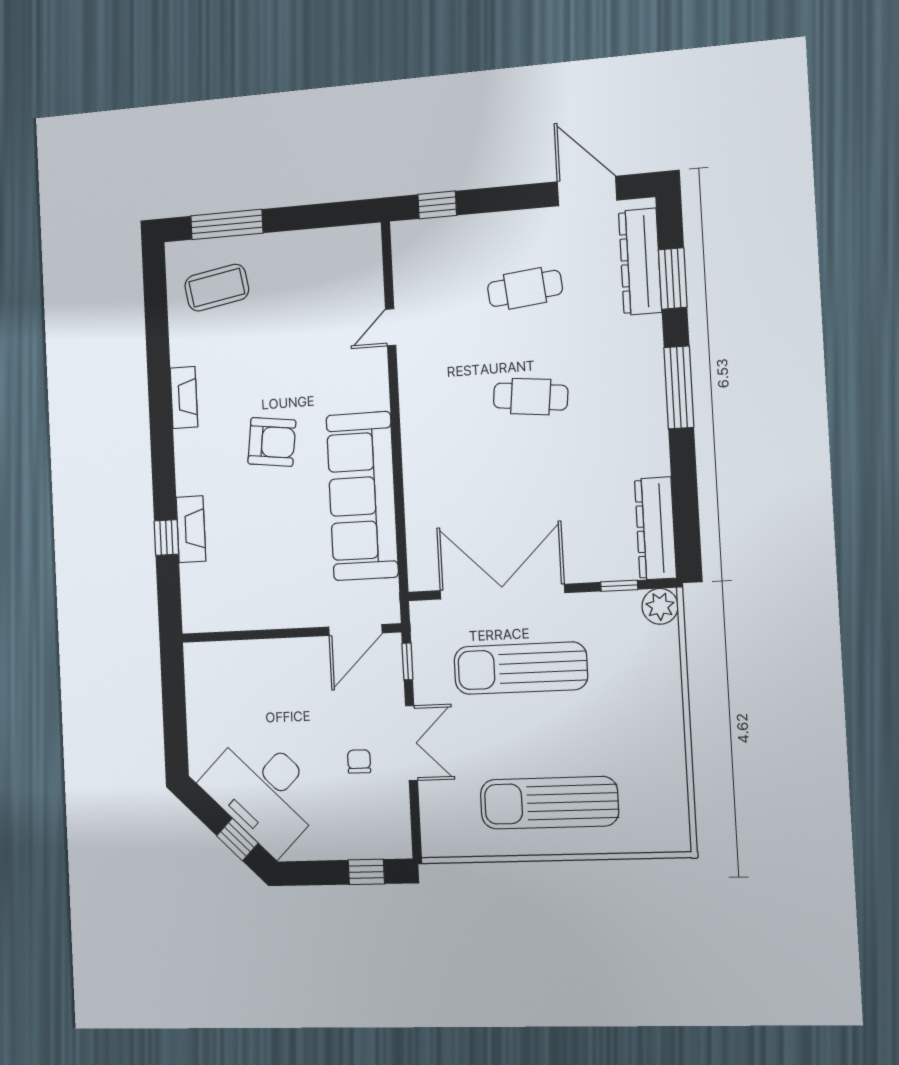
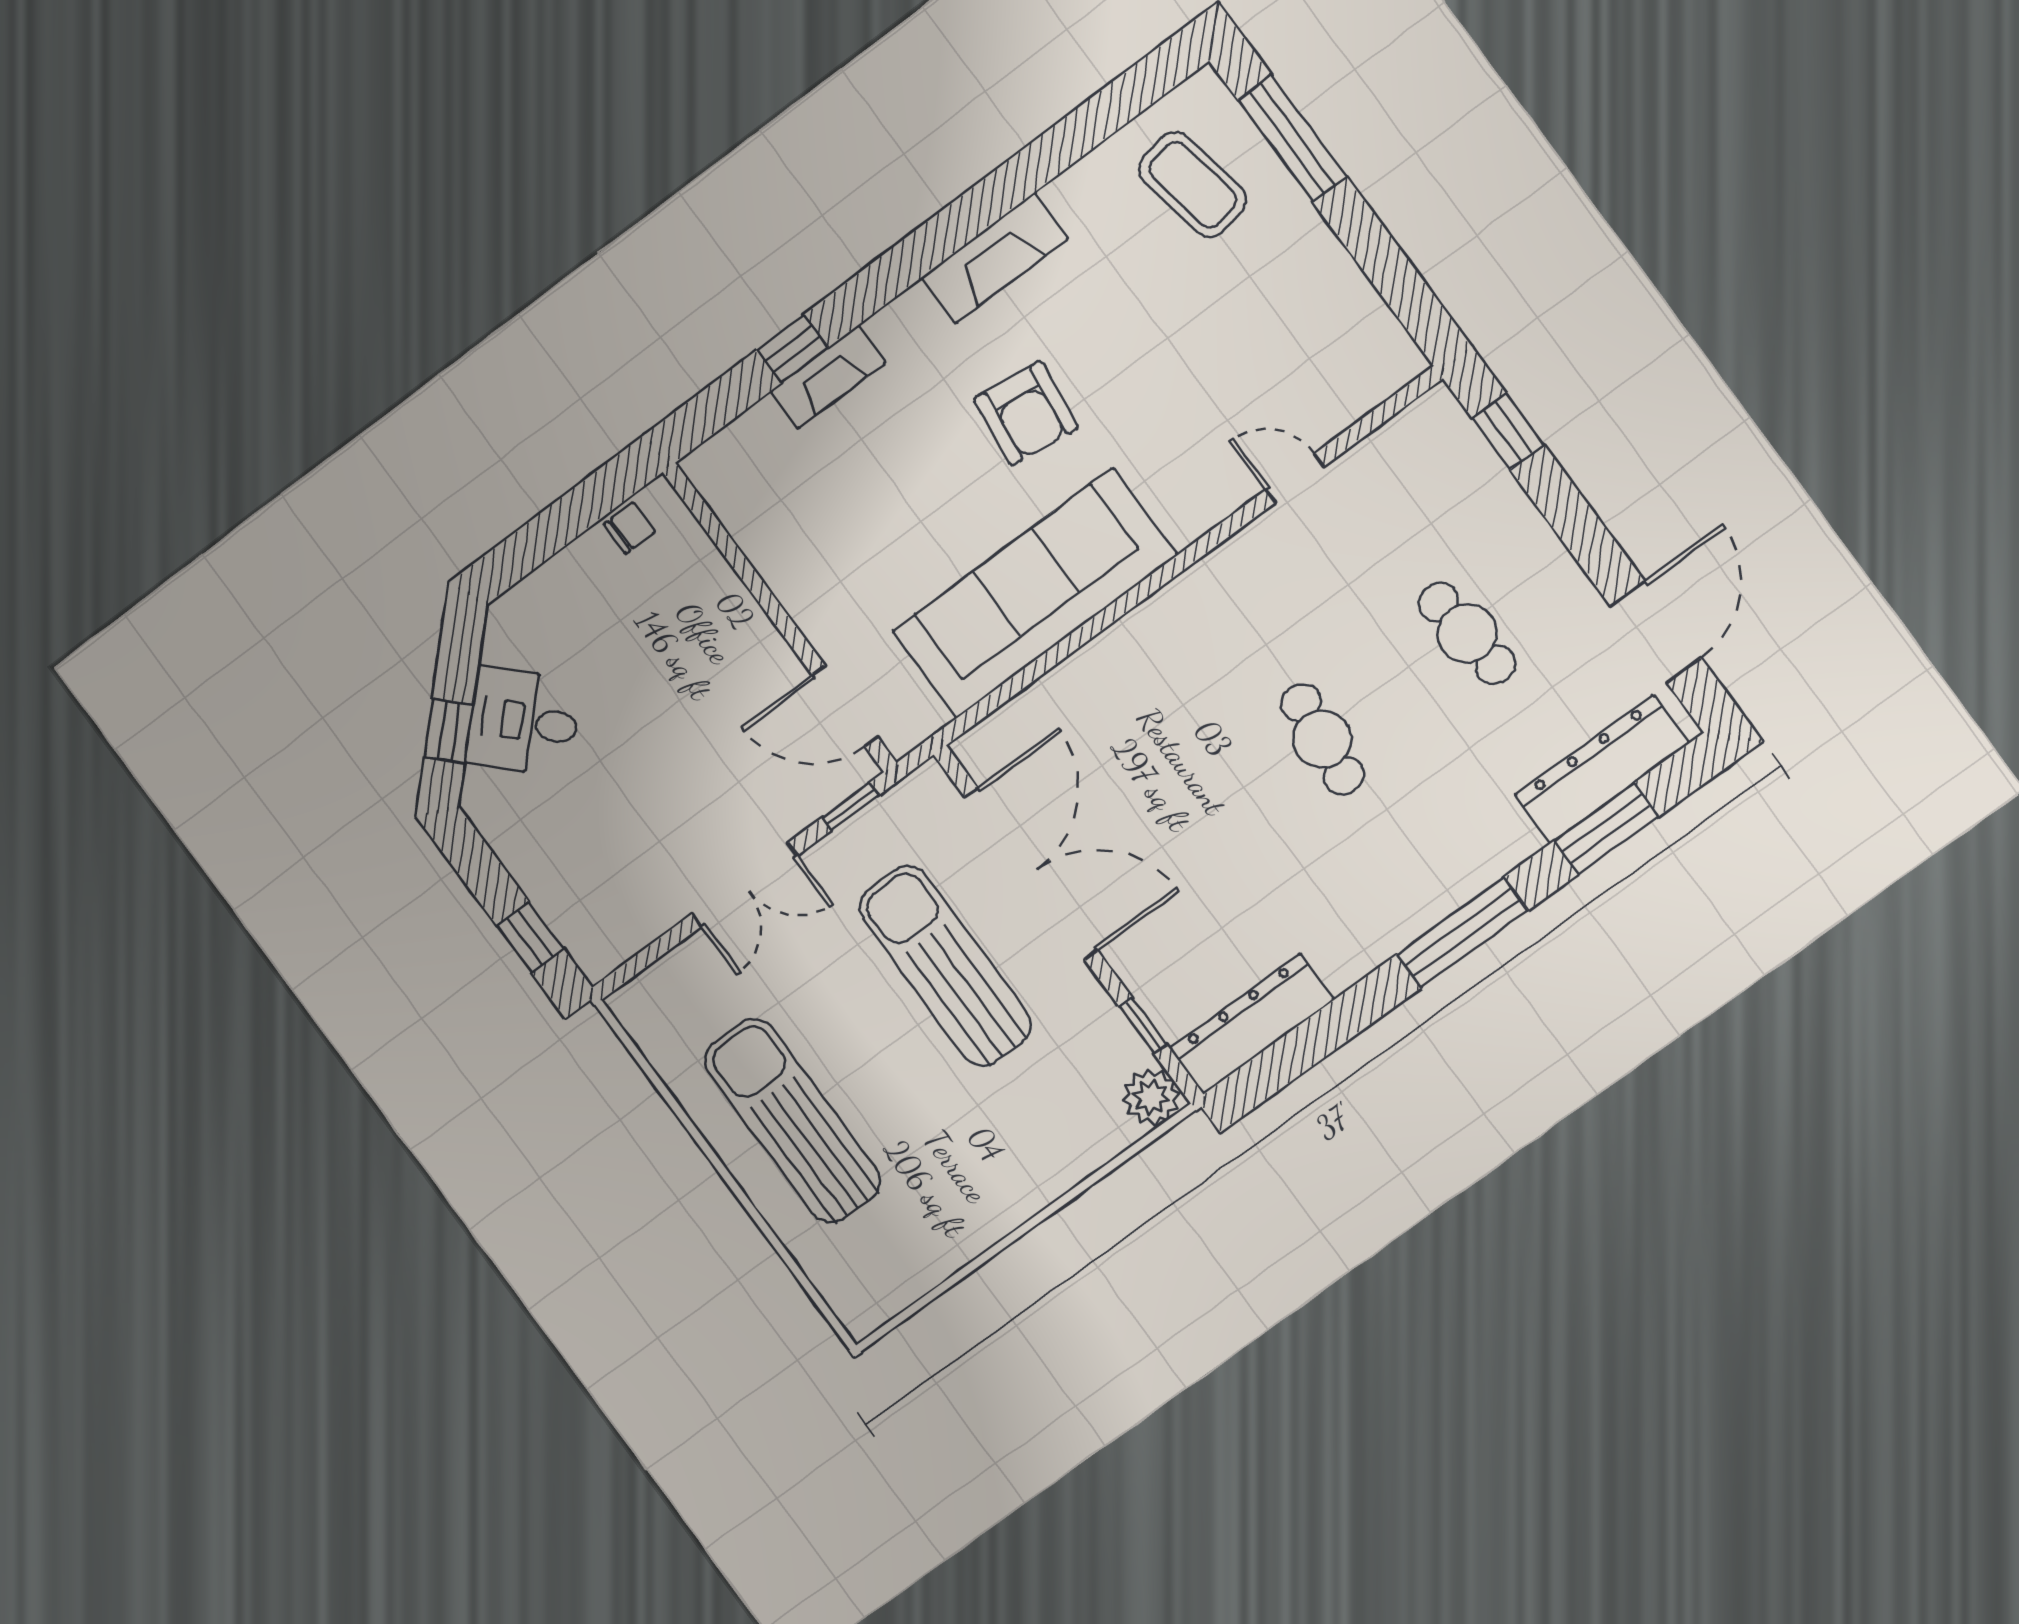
fireplace: (184, 397) -> (995, 258), width x1.37, depth x1.32
chair: (359, 761) -> (629, 528), moved
desk: (264, 791) -> (524, 722), width x0.53, depth x0.77

